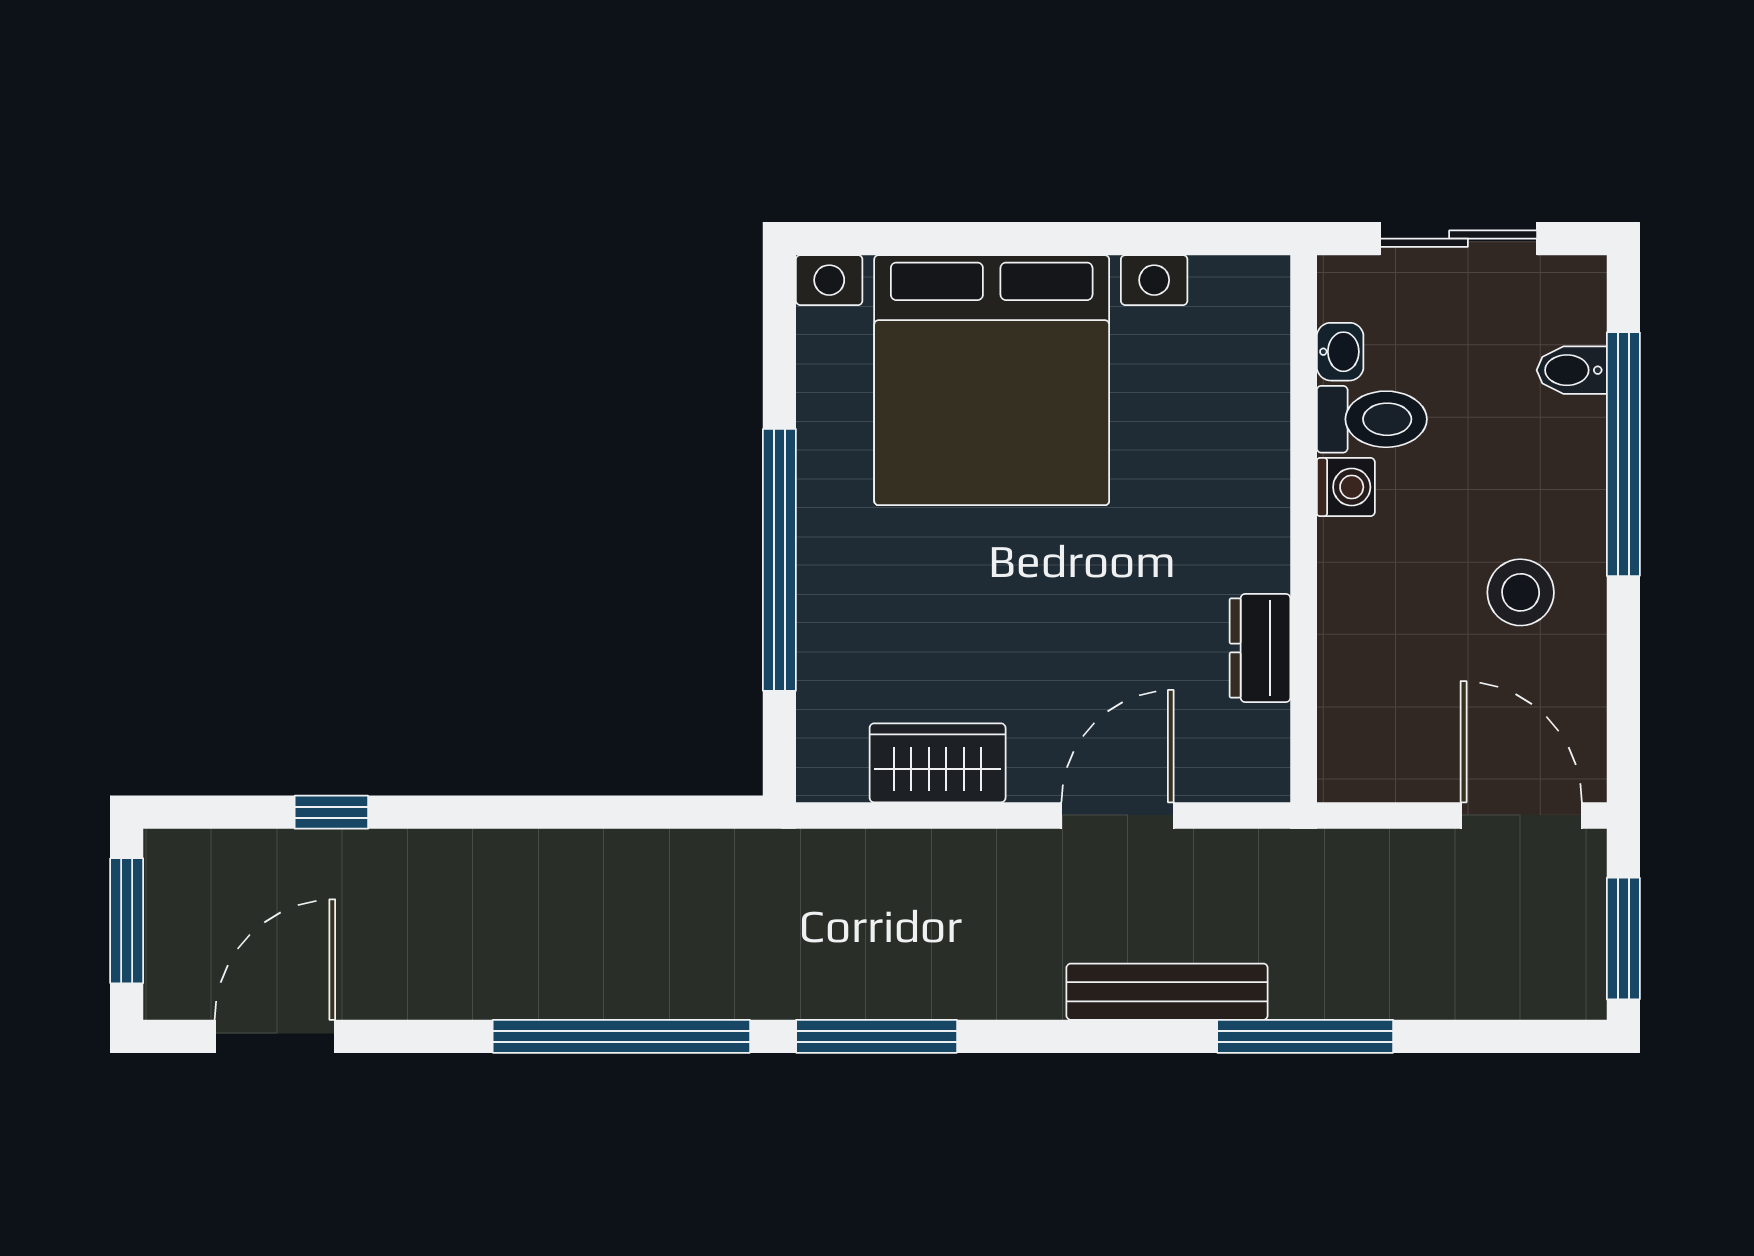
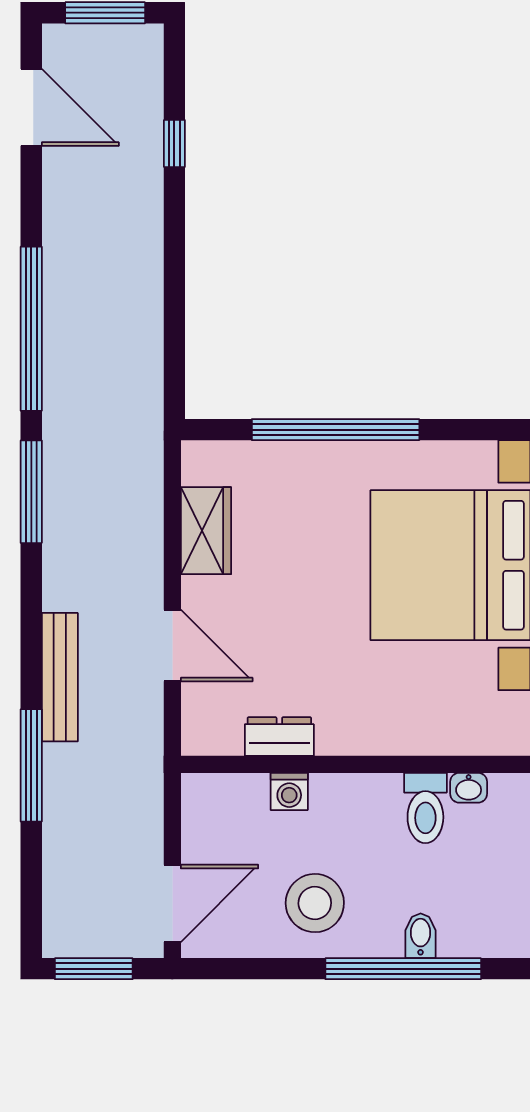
bidet: (1572, 370) -> (421, 936), moved
washing machine: (1346, 487) -> (289, 791), moved
stool: (1521, 592) -> (315, 903), width x1.38, depth x1.38

